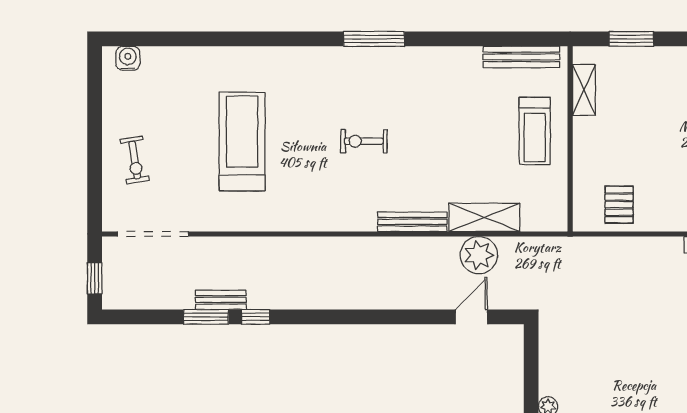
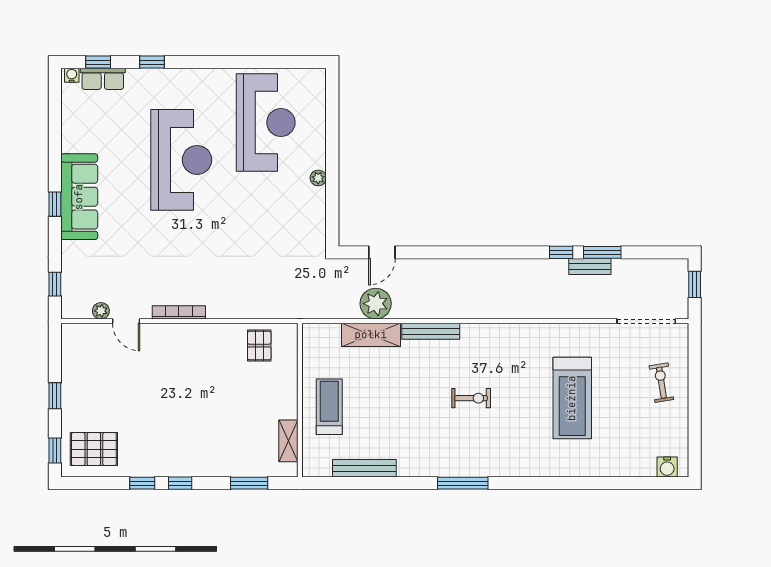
bench: (521, 57) -> (364, 468), moved

